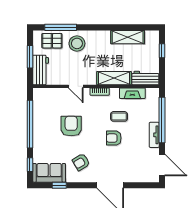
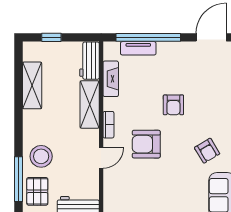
coffee table: (119, 116) -> (143, 97), removed
armchair: (71, 126) -> (146, 144), moved
tv unit: (154, 135) -> (138, 48), moved

